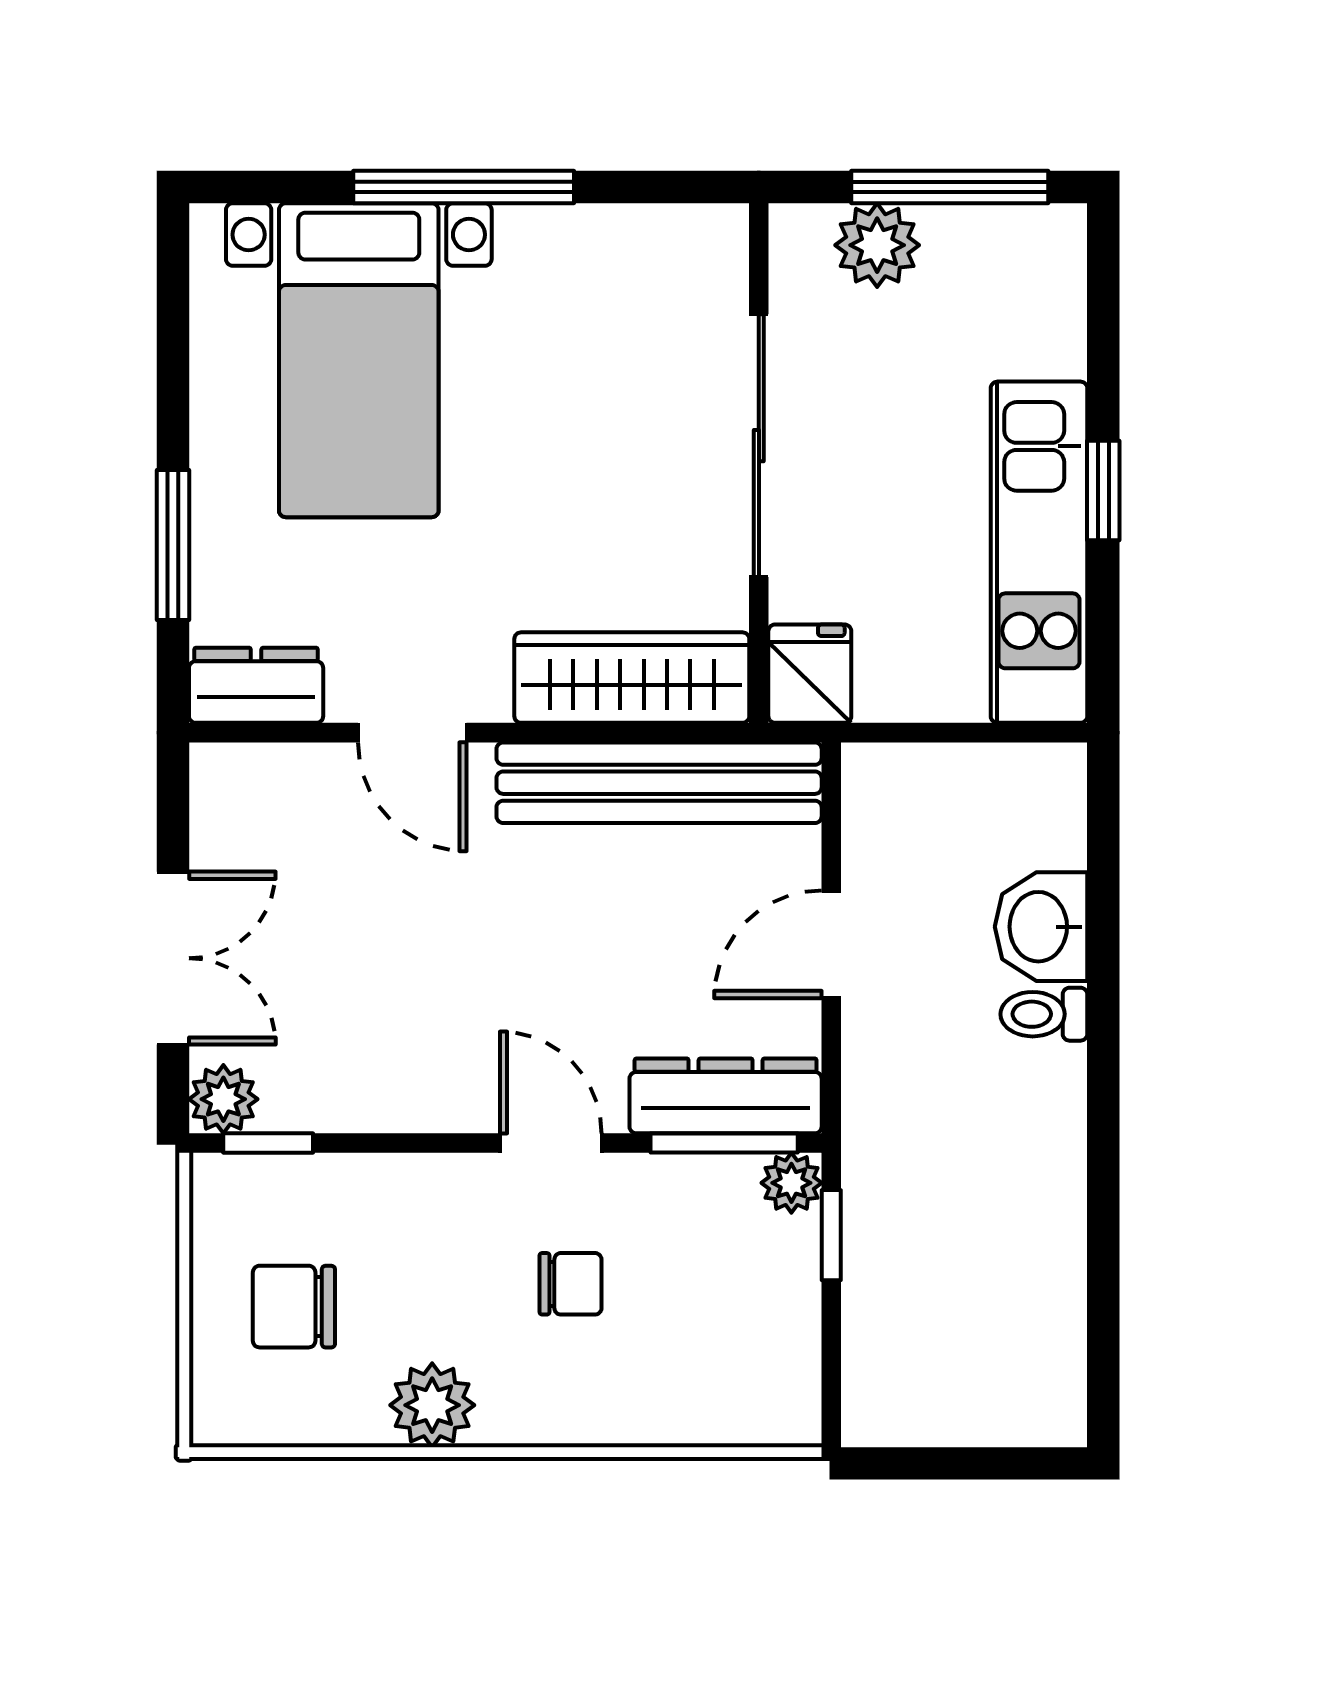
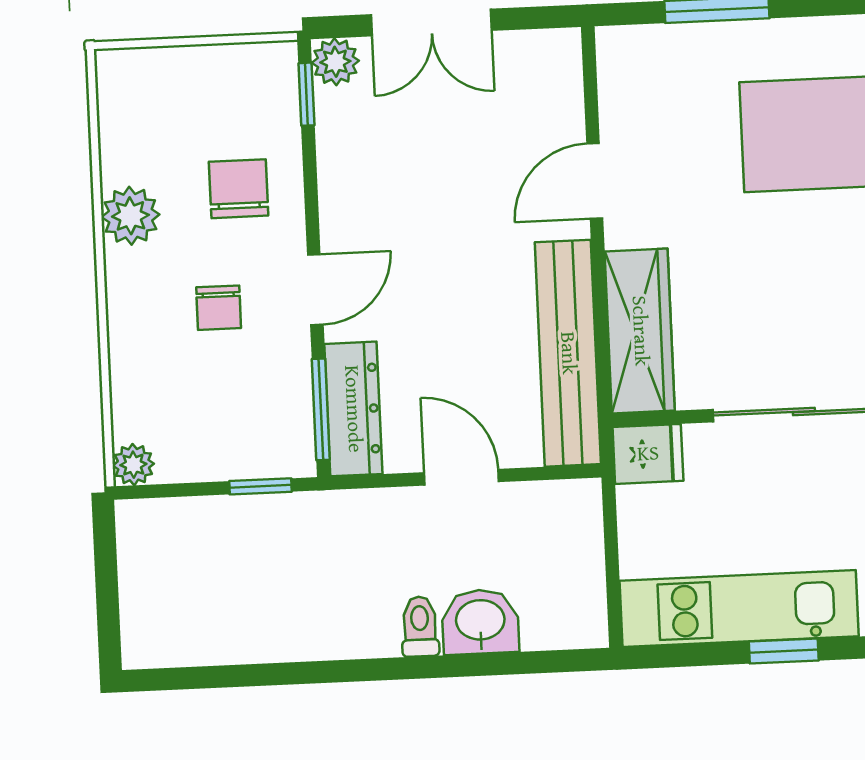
dresser: (256, 685) -> (623, 71), removed
plant: (791, 1183) -> (133, 465), moved
chair: (294, 1307) -> (239, 189), moved

